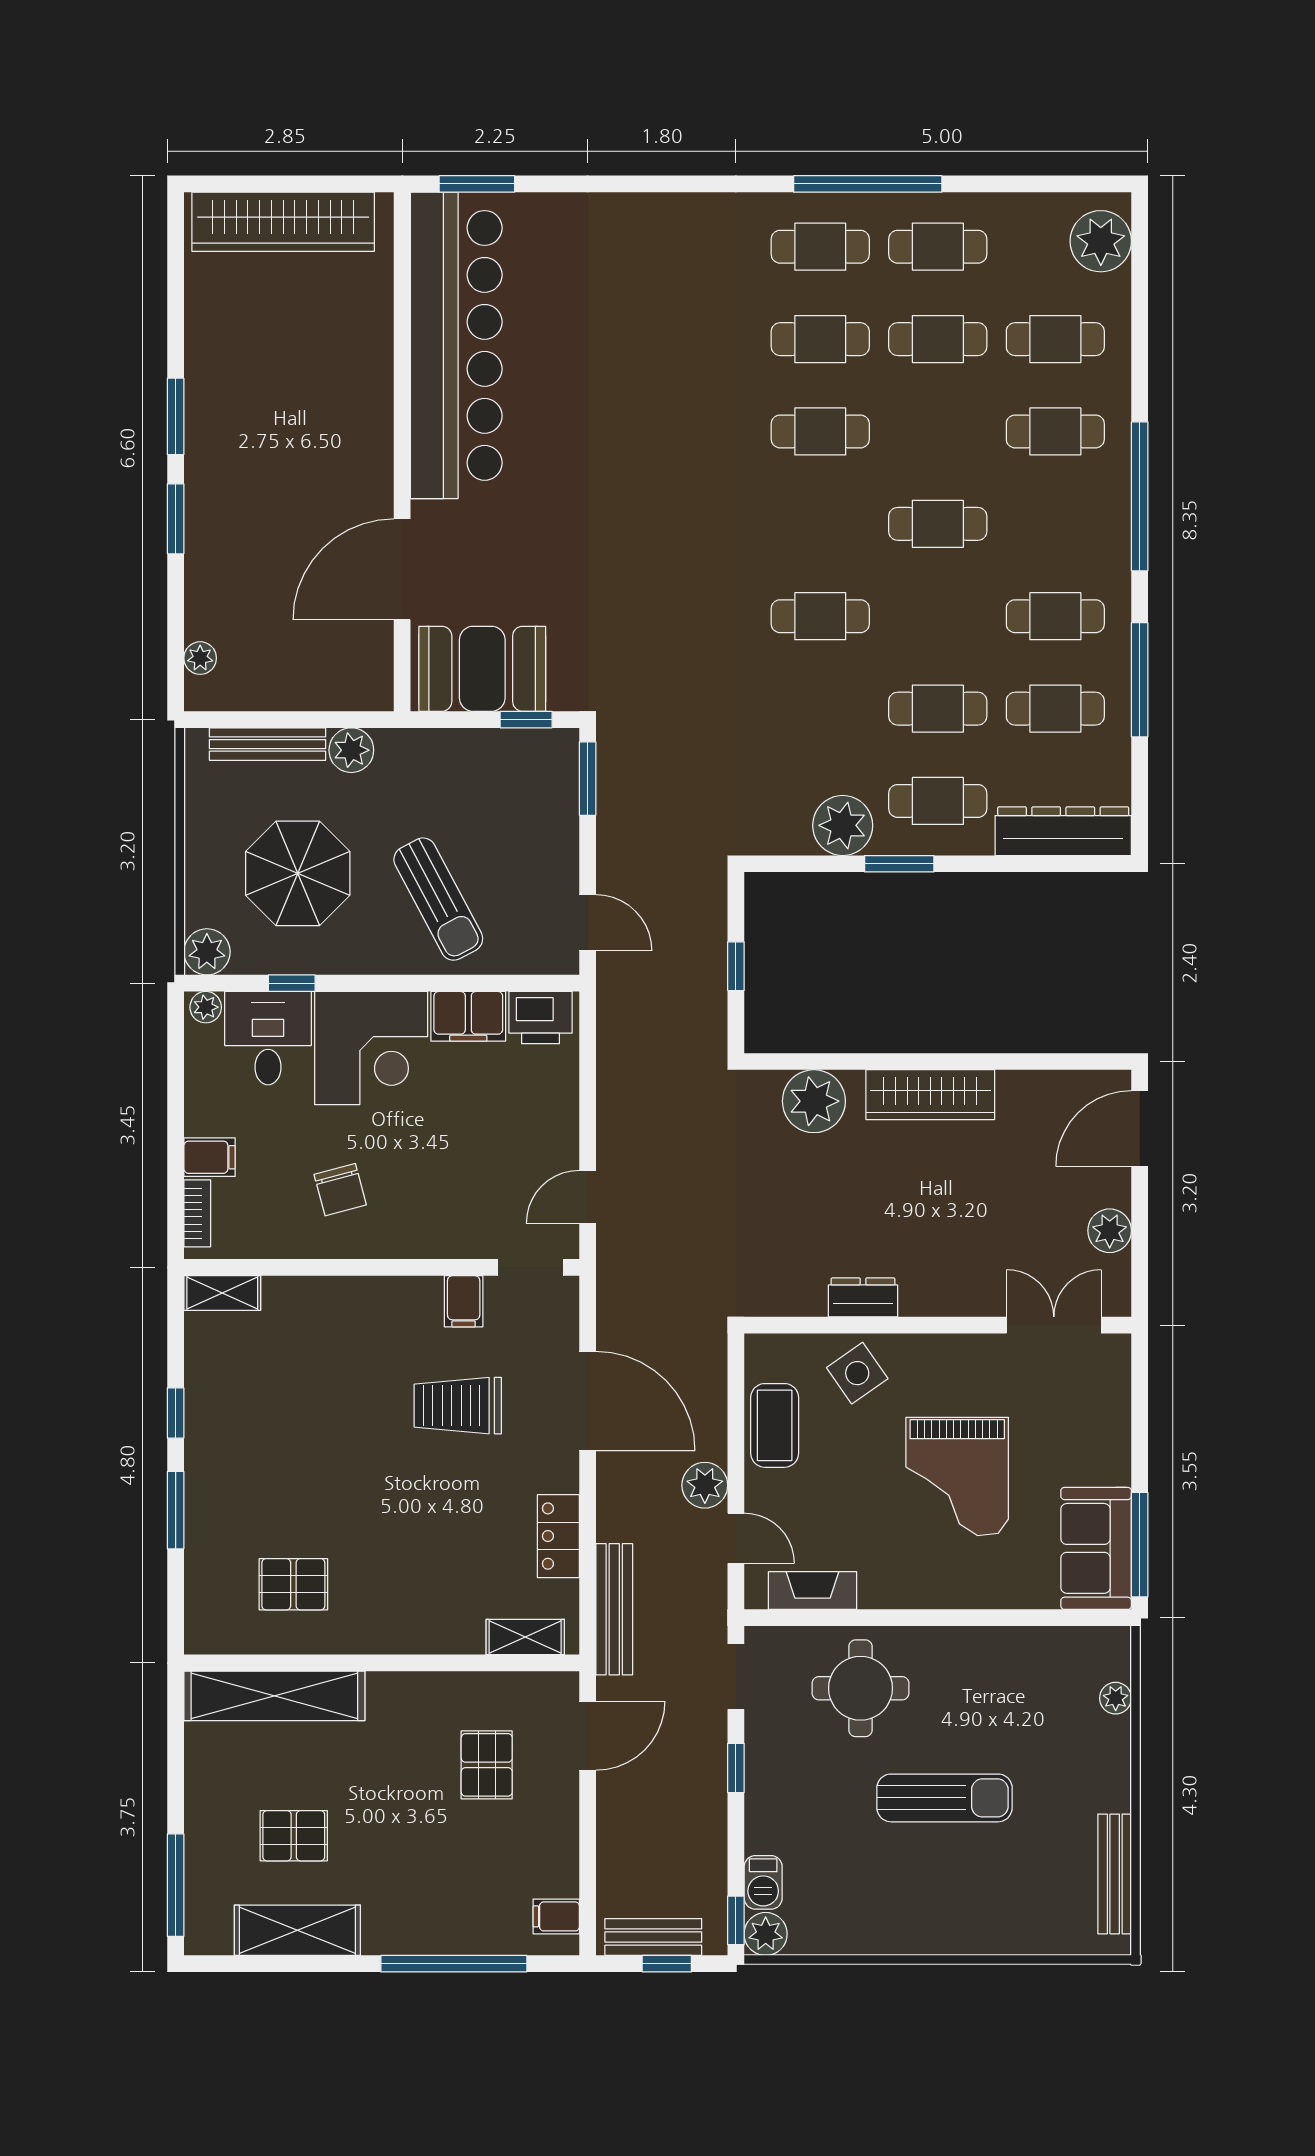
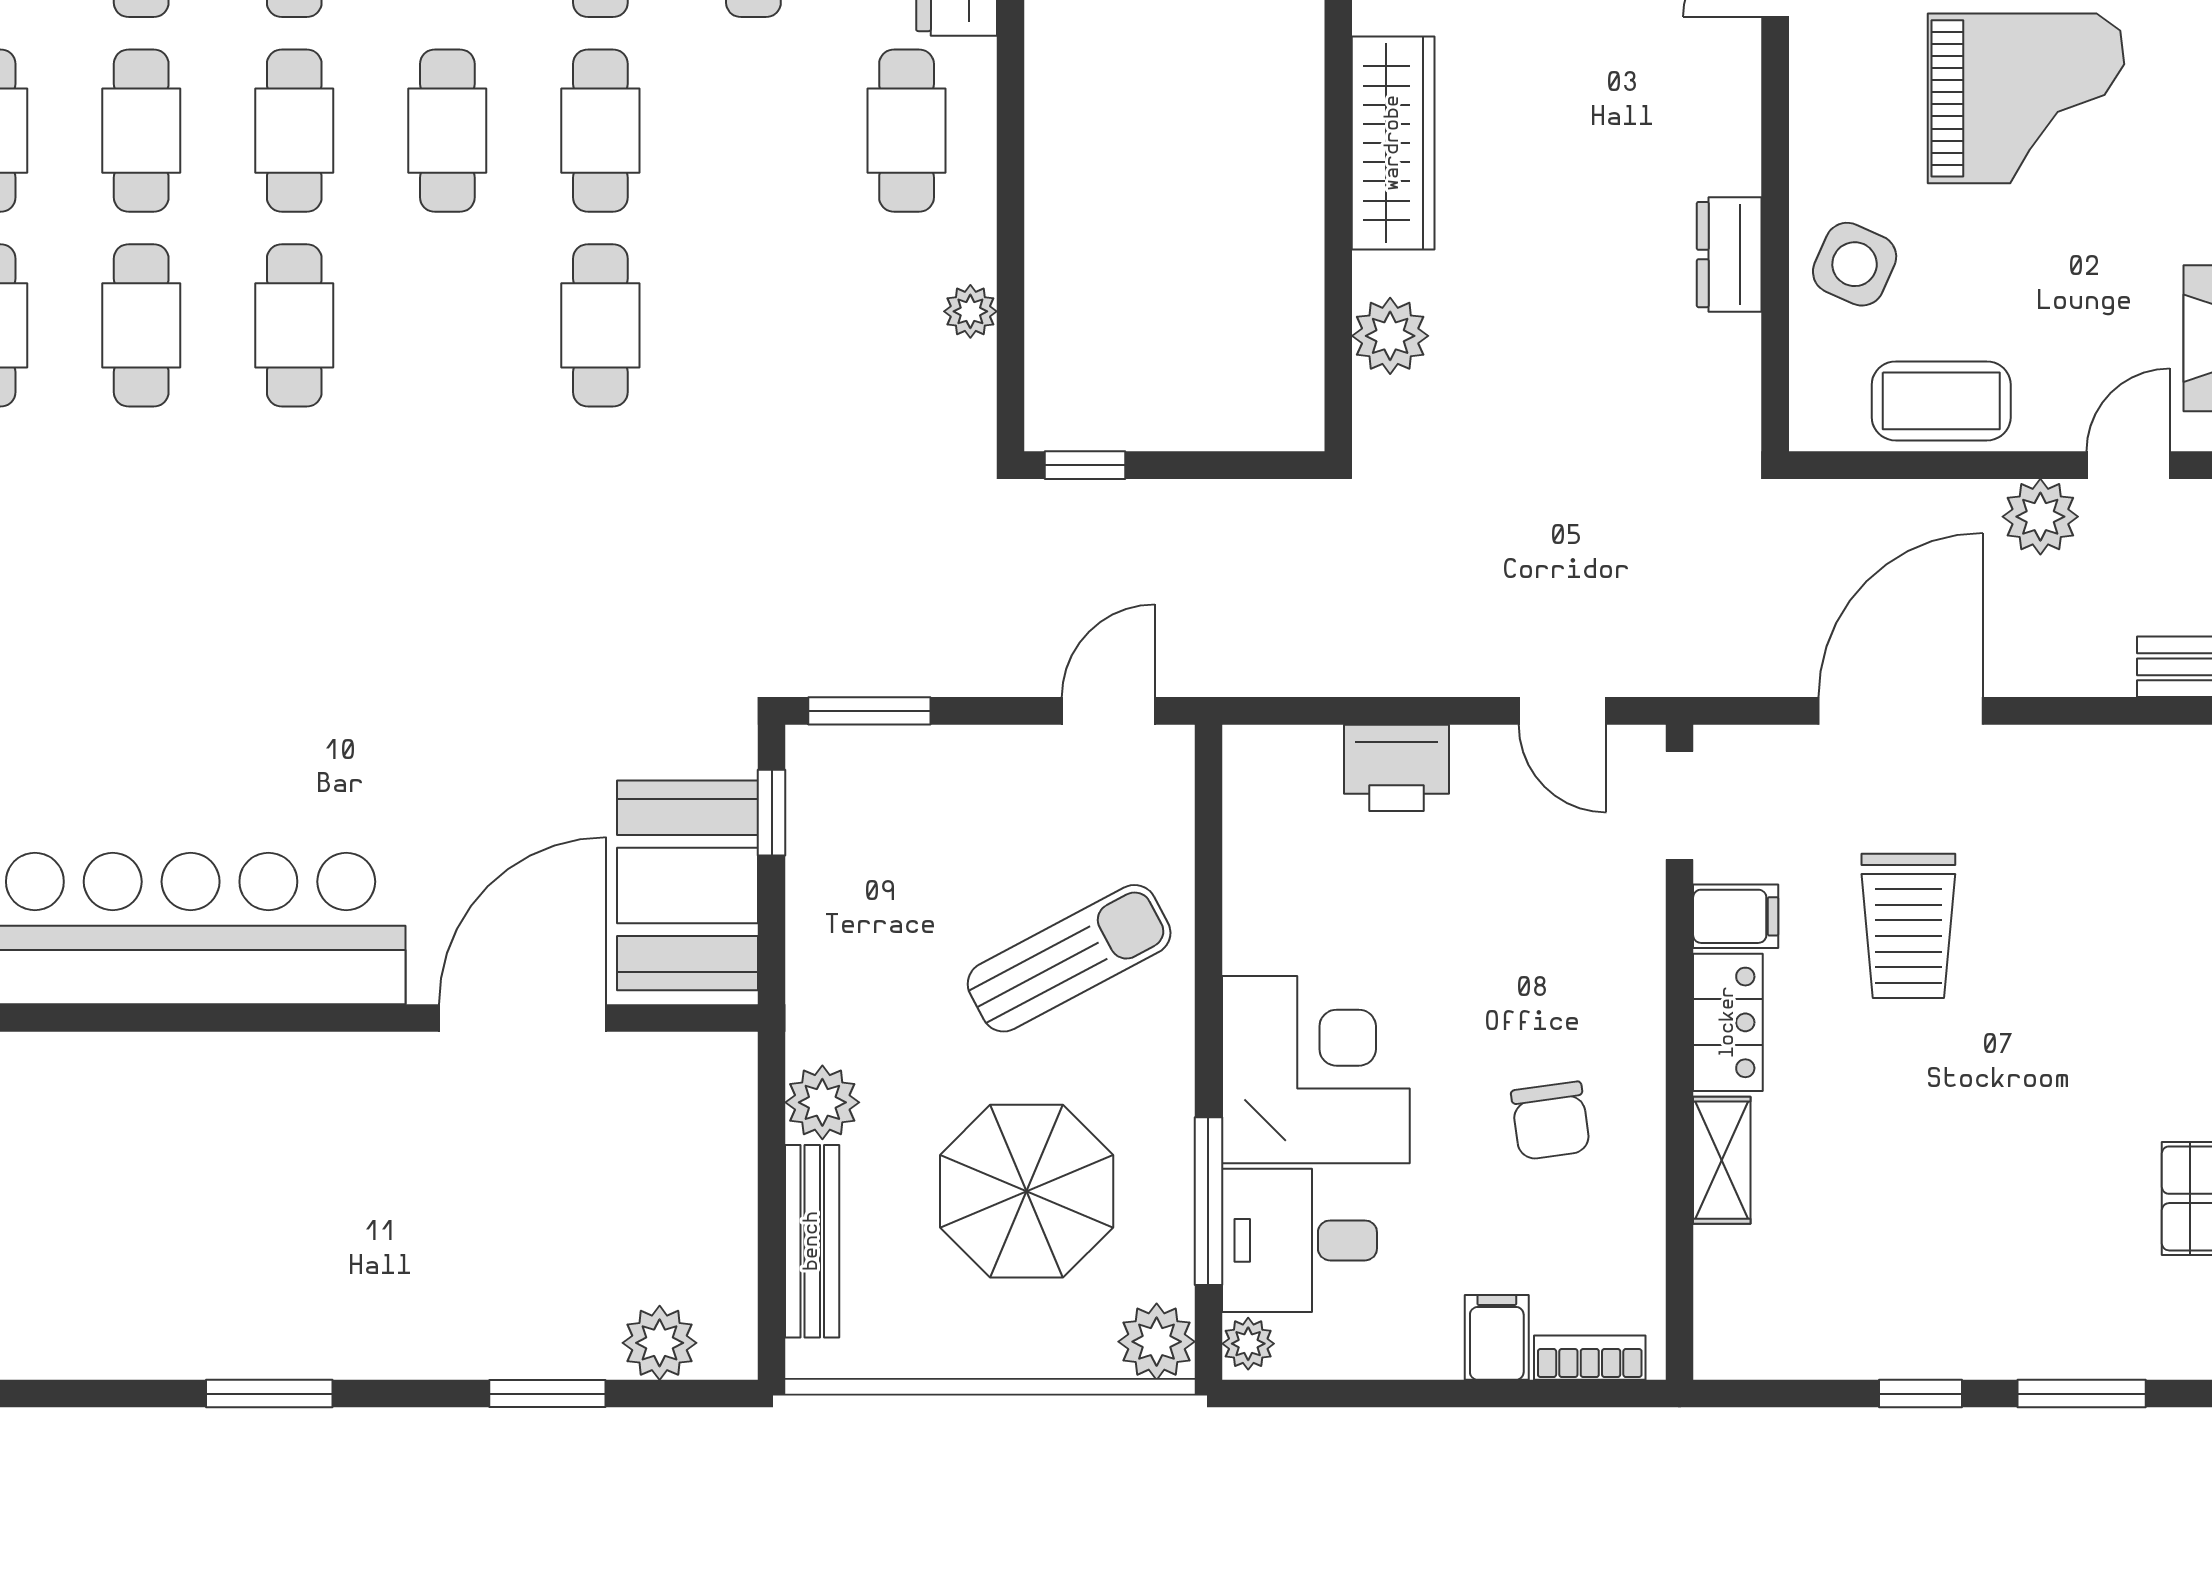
cafe table: (938, 431) -> (294, 131), added
window: (176, 519) -> (547, 1394), moved
door: (402, 569) -> (523, 1018), swing flipped
plant: (200, 658) -> (660, 1343), width x1.38, depth x1.38
cafe table: (938, 709) -> (600, 131), moved
plant: (843, 825) -> (970, 311), width x0.53, depth x0.53
window: (899, 864) -> (1011, 194), removed
window: (736, 966) -> (1085, 465), moved
window: (292, 983) -> (1208, 1201), width x2.17
filing cabinet: (468, 1016) -> (1263, 909), removed
printer: (540, 1018) -> (1396, 768), moved, turned 90
plant: (814, 1101) -> (1390, 336), width x0.73, depth x0.73
chair: (340, 1190) -> (1551, 1121), turned 97
shelving: (222, 1293) -> (1722, 1160), moved
side table: (857, 1373) -> (1855, 264), turned -31
locker: (558, 1536) -> (1728, 1022), moved, turned -90

